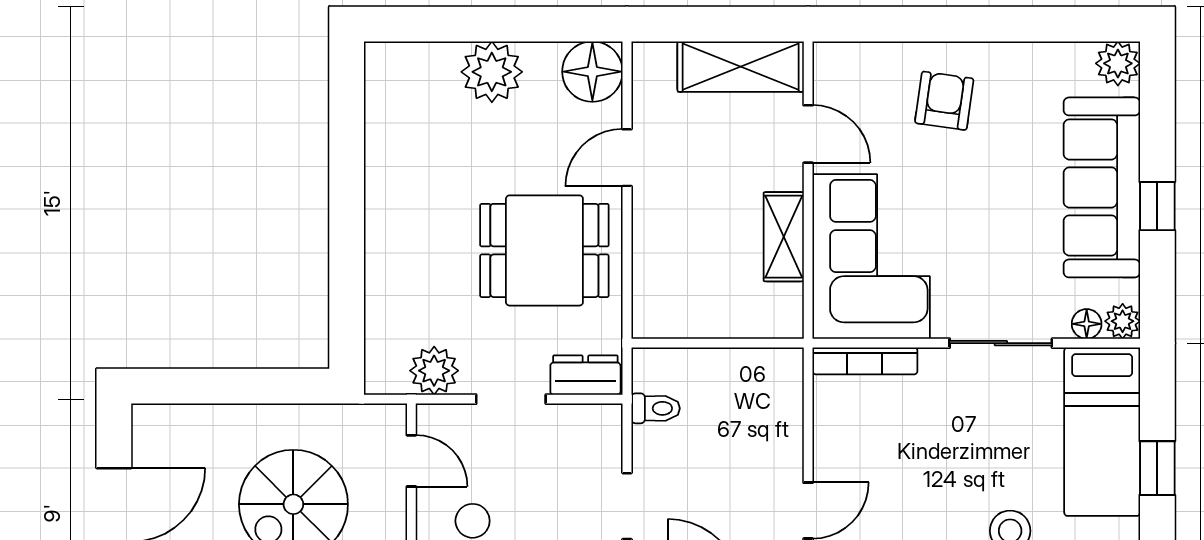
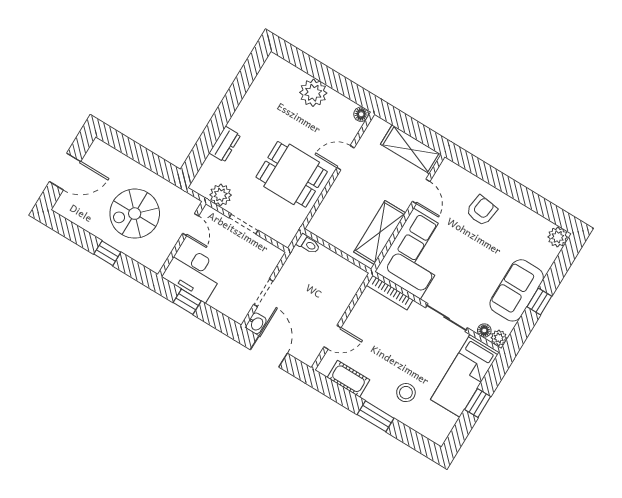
floor lamp: (592, 72) -> (361, 114), width x0.53, depth x0.53
sofa: (1102, 187) -> (517, 290), width x0.73
shelving: (784, 237) -> (380, 232), width x1.50, depth x1.33
dresser: (585, 375) -> (225, 144), moved, turned 90
toilet: (656, 408) -> (308, 244), moved

